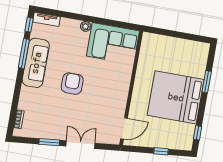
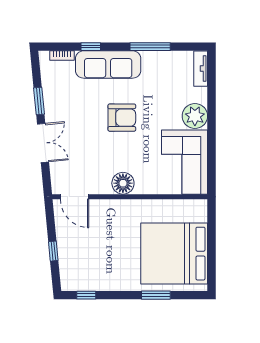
window: (29, 25) -> (91, 47), moved
plant: (86, 26) -> (195, 116), width x1.88, depth x1.88
sofa: (36, 63) -> (108, 64), moved
floor lamp: (120, 91) -> (123, 183), added
bed: (176, 97) -> (174, 254), moved, turned -90

